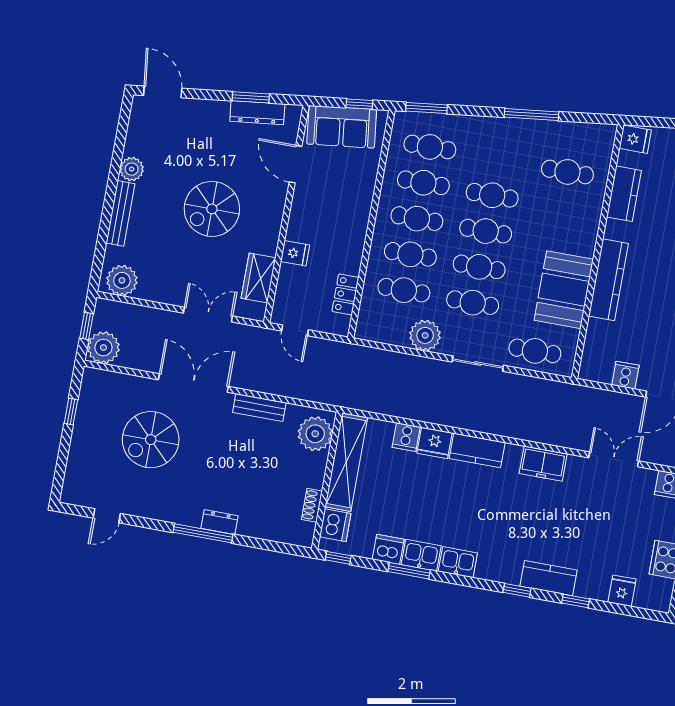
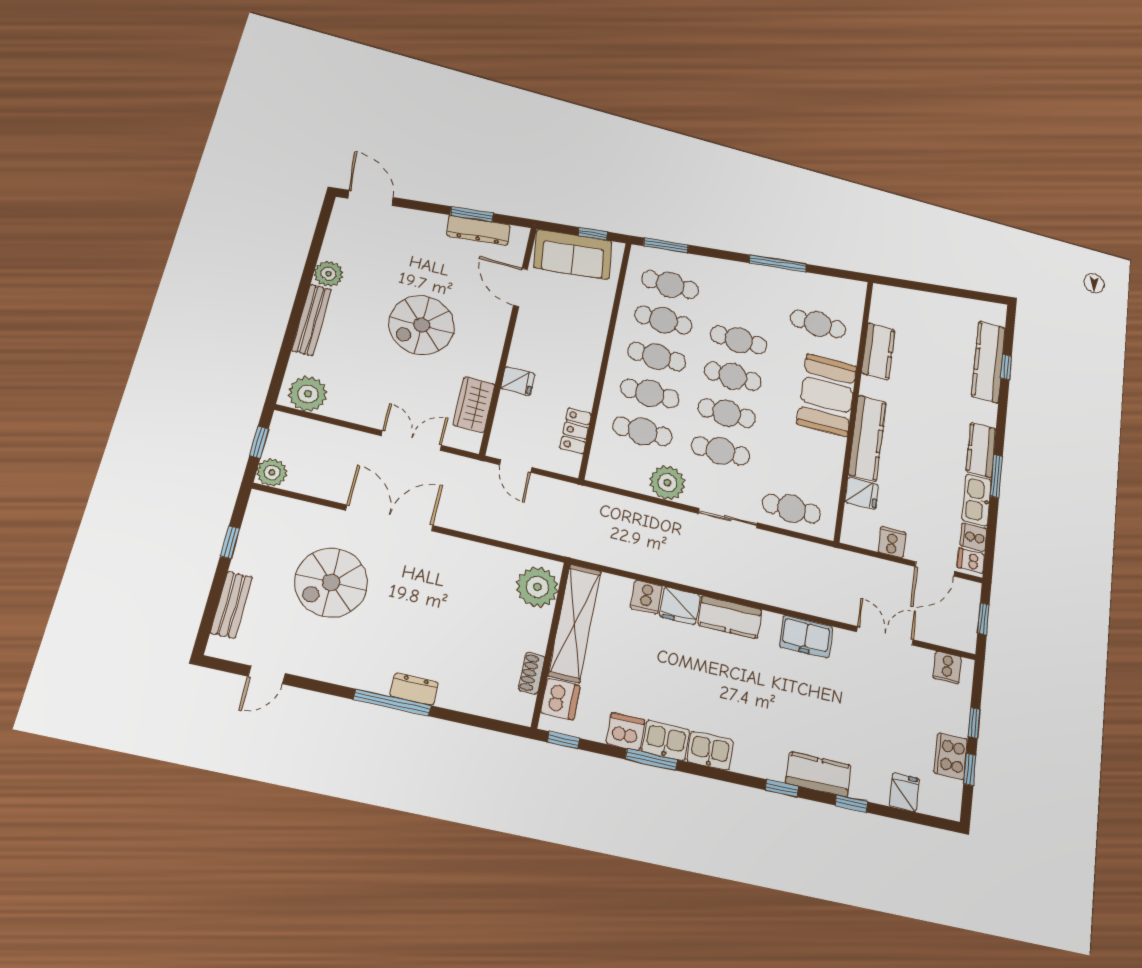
fridge: (635, 139) -> (862, 493), moved
booth: (564, 290) -> (827, 395), moved
plant: (103, 348) -> (272, 472), width x0.73, depth x0.73
bench: (259, 408) -> (231, 605), moved, turned 90

